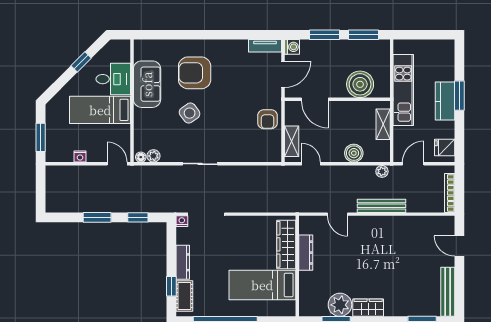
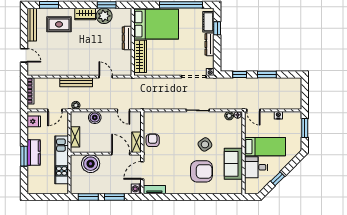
shelving: (292, 141) -> (137, 142), moved
dresser: (306, 253) -> (127, 38), moved
bed: (262, 285) -> (156, 24), width x1.50
rug: (407, 292) -> (59, 24), added

